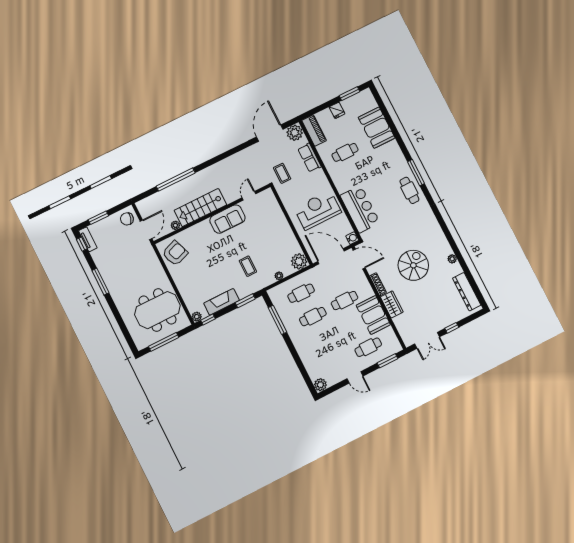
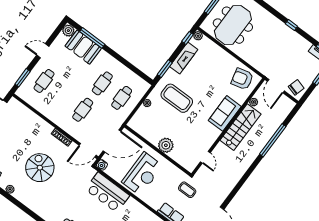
sofa: (227, 219) -> (225, 113), moved
armchair: (175, 253) -> (242, 79), turned 96
plant: (299, 261) -> (166, 145), moved
spiral stairs: (413, 265) -> (40, 168), turned 180
coffee table: (248, 266) -> (177, 98), width x1.86, depth x1.72
window: (100, 282) -> (291, 25), width x0.46
wardrobe: (392, 304) -> (42, 126), removed
booth: (373, 315) -> (83, 47), moved
window: (277, 320) -> (92, 38), moved

